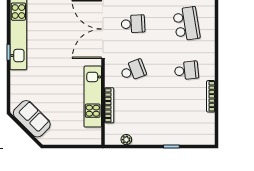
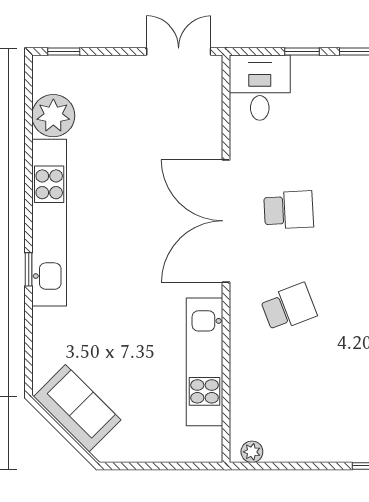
bookcase: (109, 105) -> (239, 380), removed
plant: (126, 140) -> (252, 452), moved

